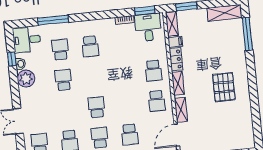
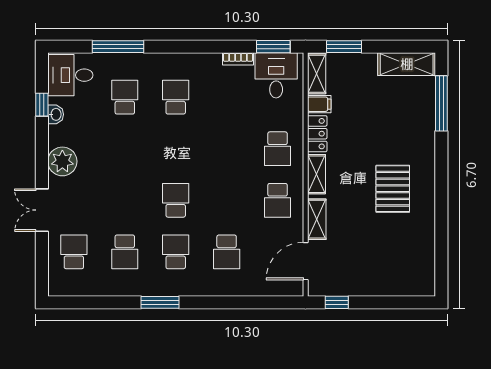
school desk: (90, 46) -> (176, 97), turned 180
plant: (26, 79) -> (62, 161), moved
school desk: (63, 80) -> (125, 149), removed

